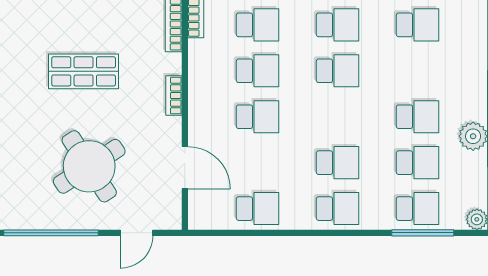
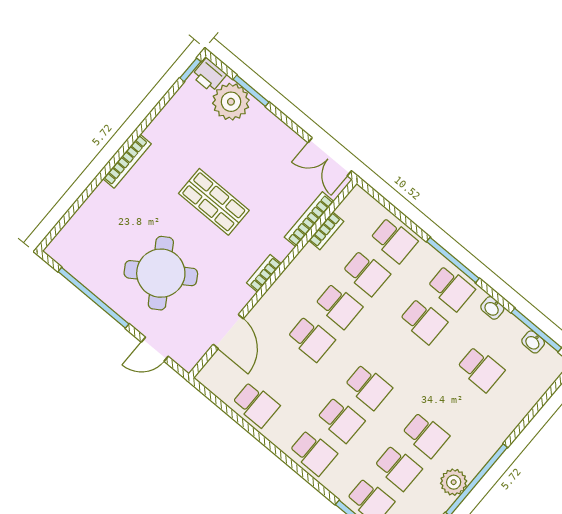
school desk: (338, 71) -> (368, 387), moved

